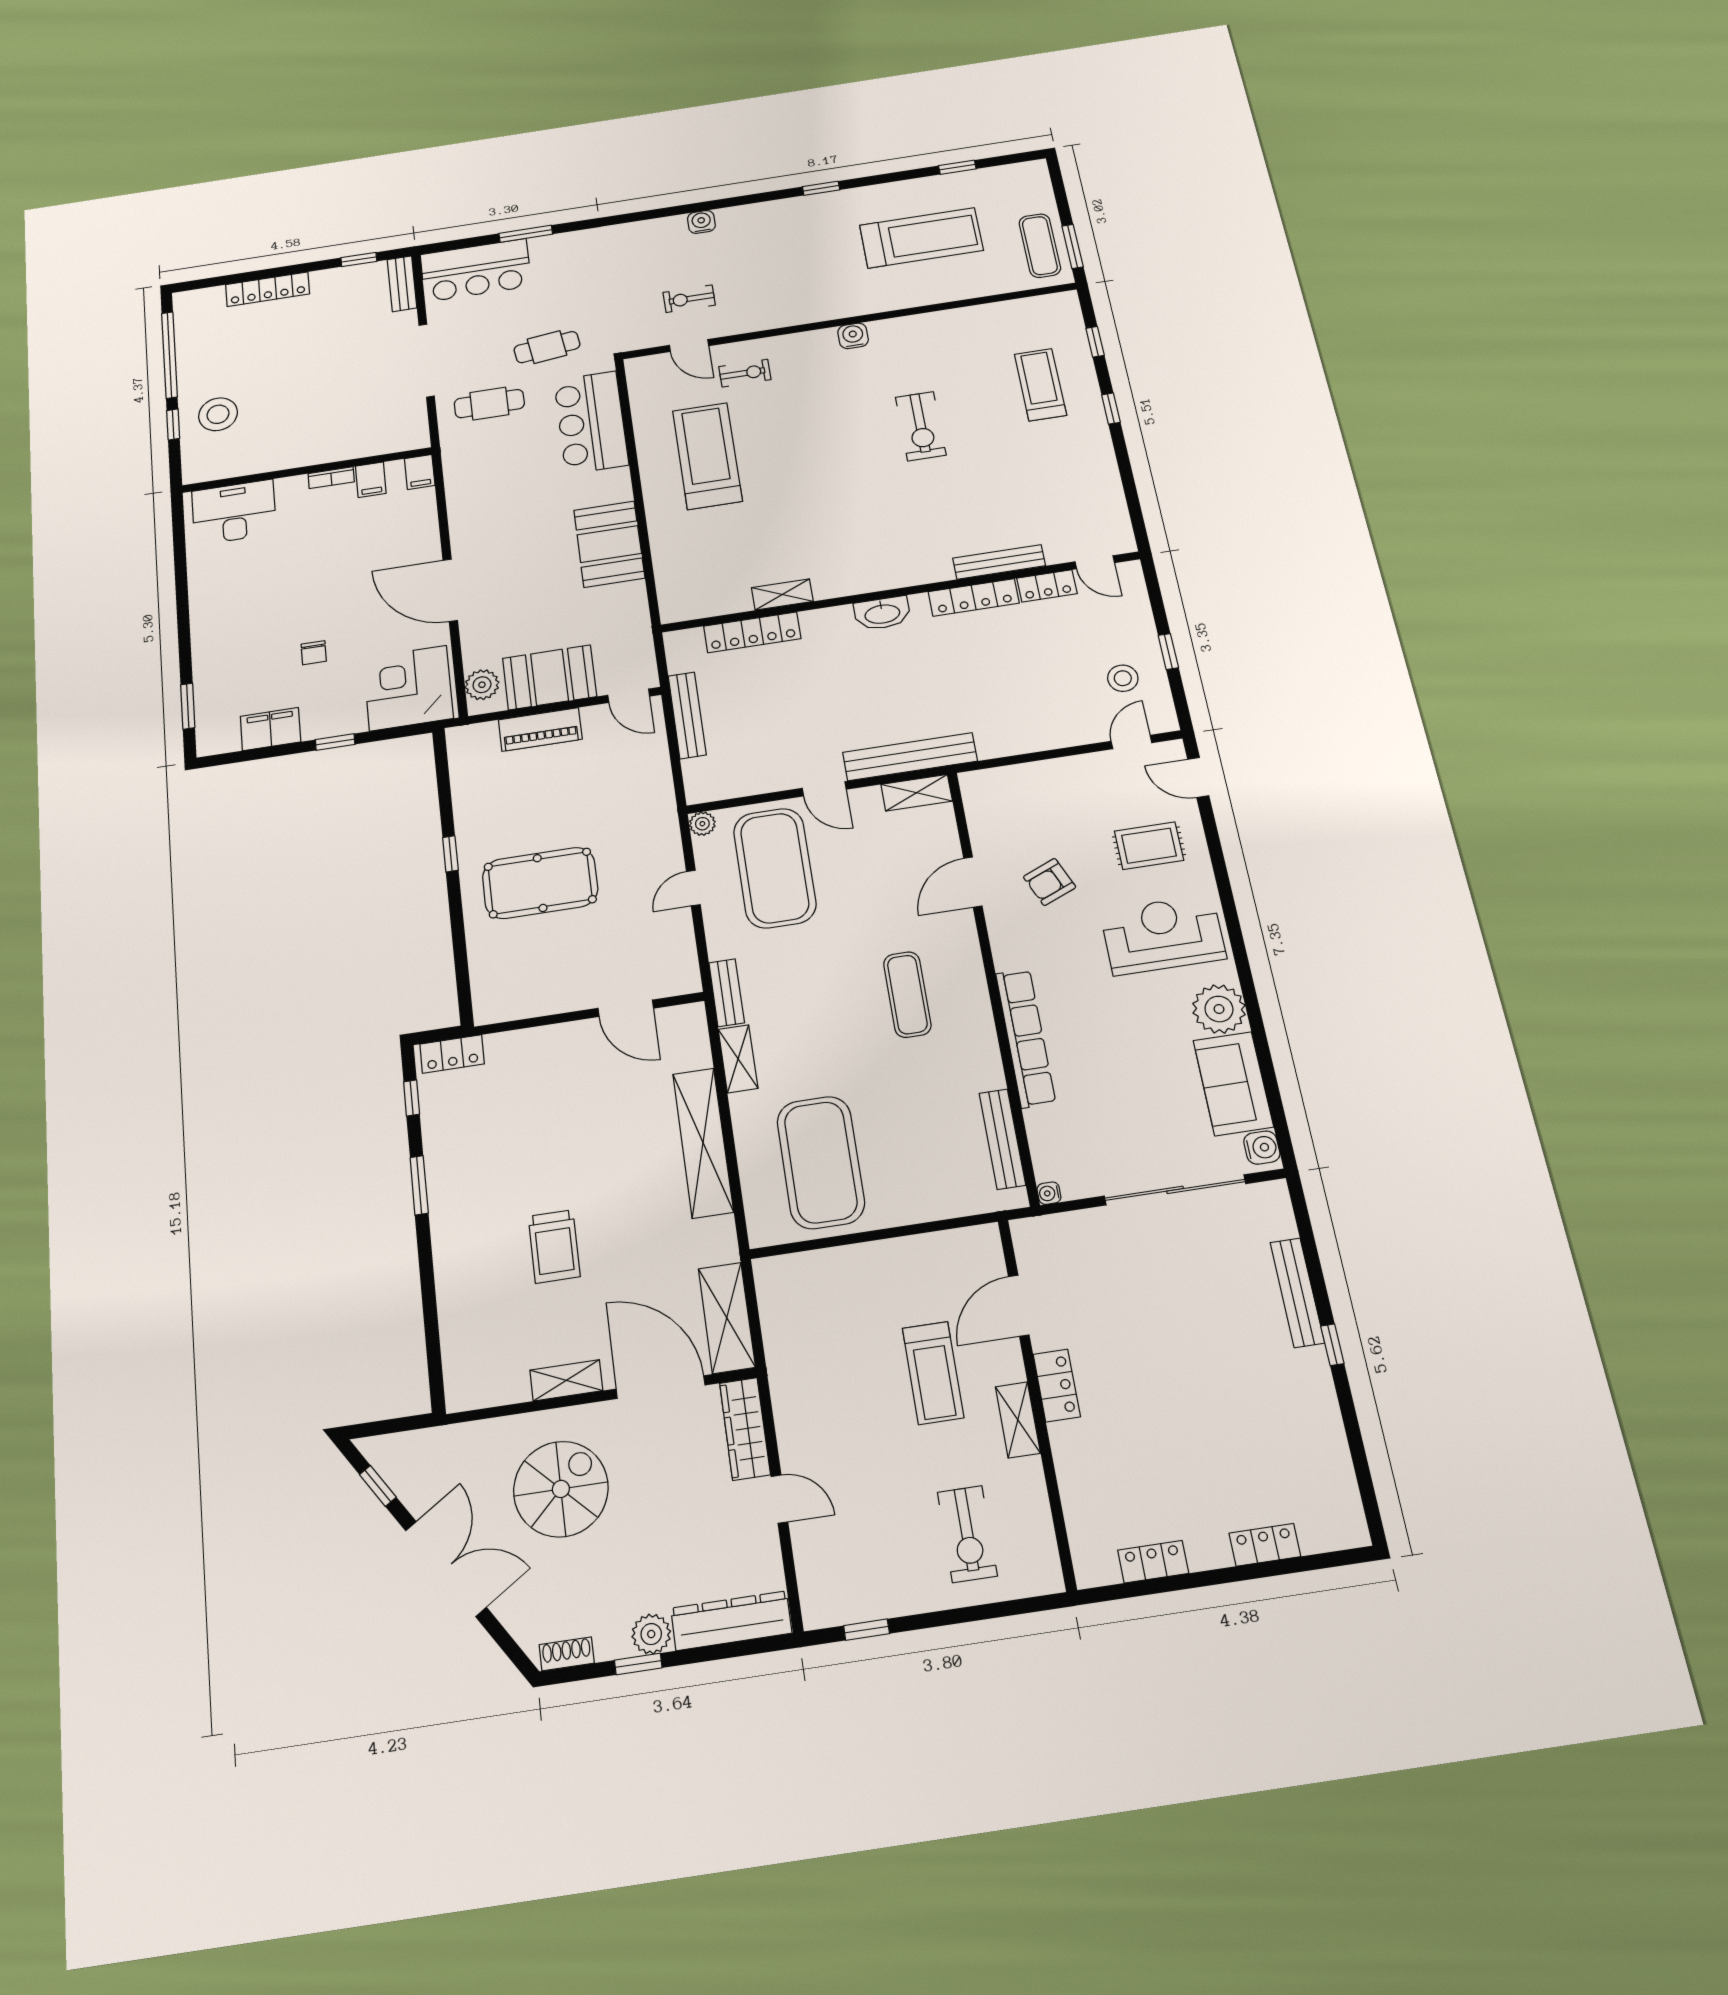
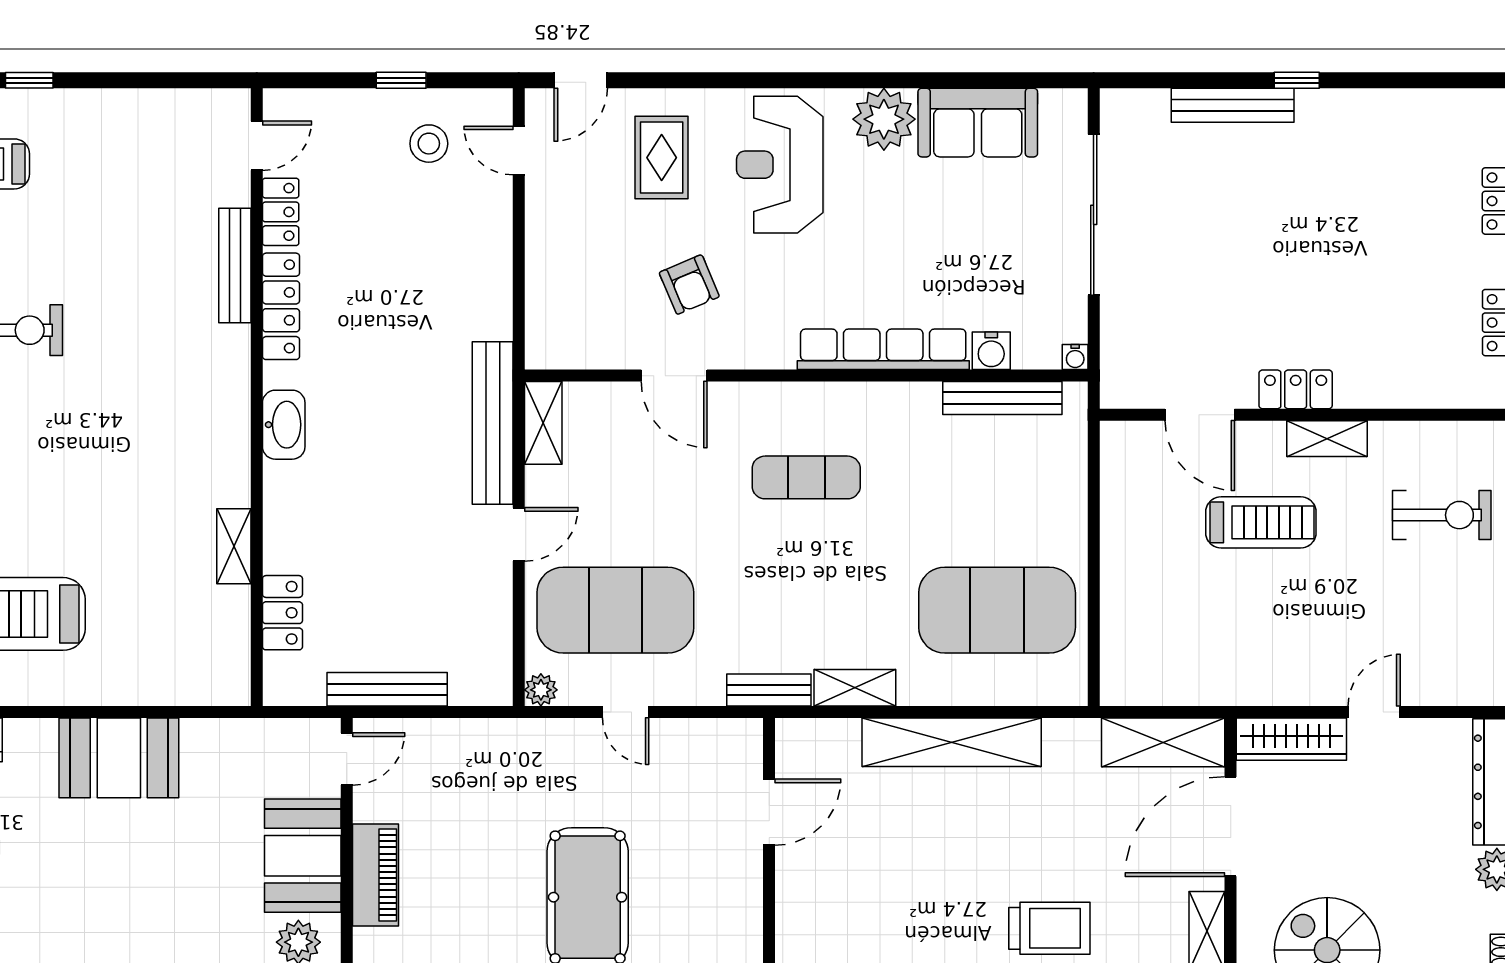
locker: (752, 632) -> (282, 613), width x0.66
water cooler: (1262, 1148) -> (991, 351), moved, turned 180

